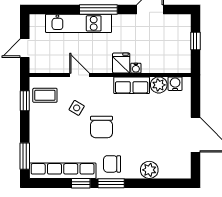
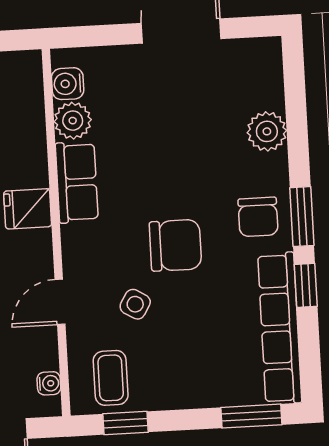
water cooler: (136, 68) -> (49, 383), moved

